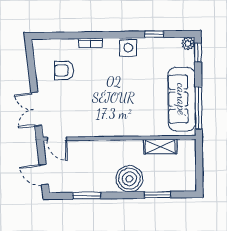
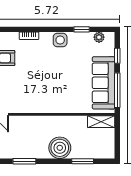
plant: (188, 44) -> (99, 37), moved
window: (198, 53) -> (117, 56), moved
shelving: (160, 147) -> (101, 122), moved

